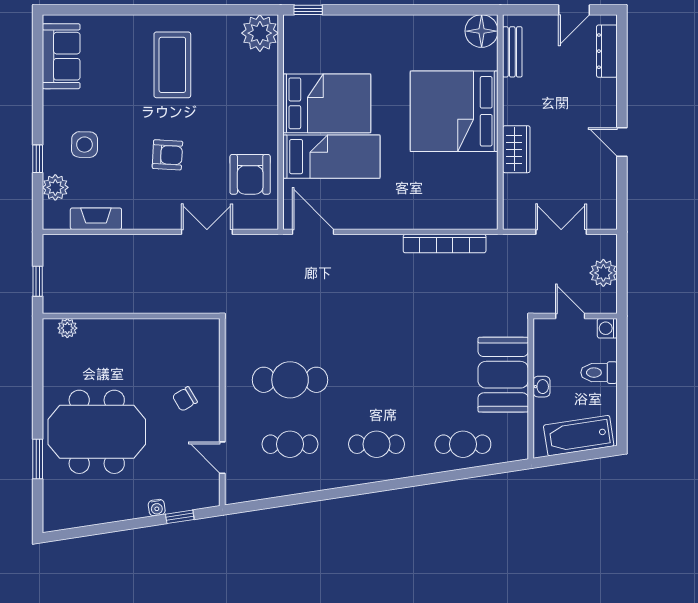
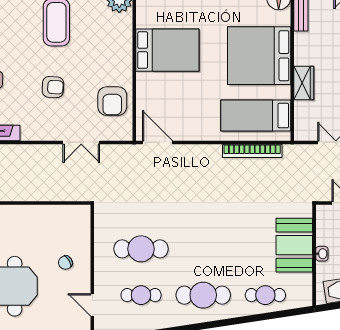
bed: (331, 157) -> (256, 115), moved, turned 180
double door: (207, 232) -> (81, 142), swing flipped
cafe table: (376, 444) -> (203, 295), width x1.37, depth x1.35

